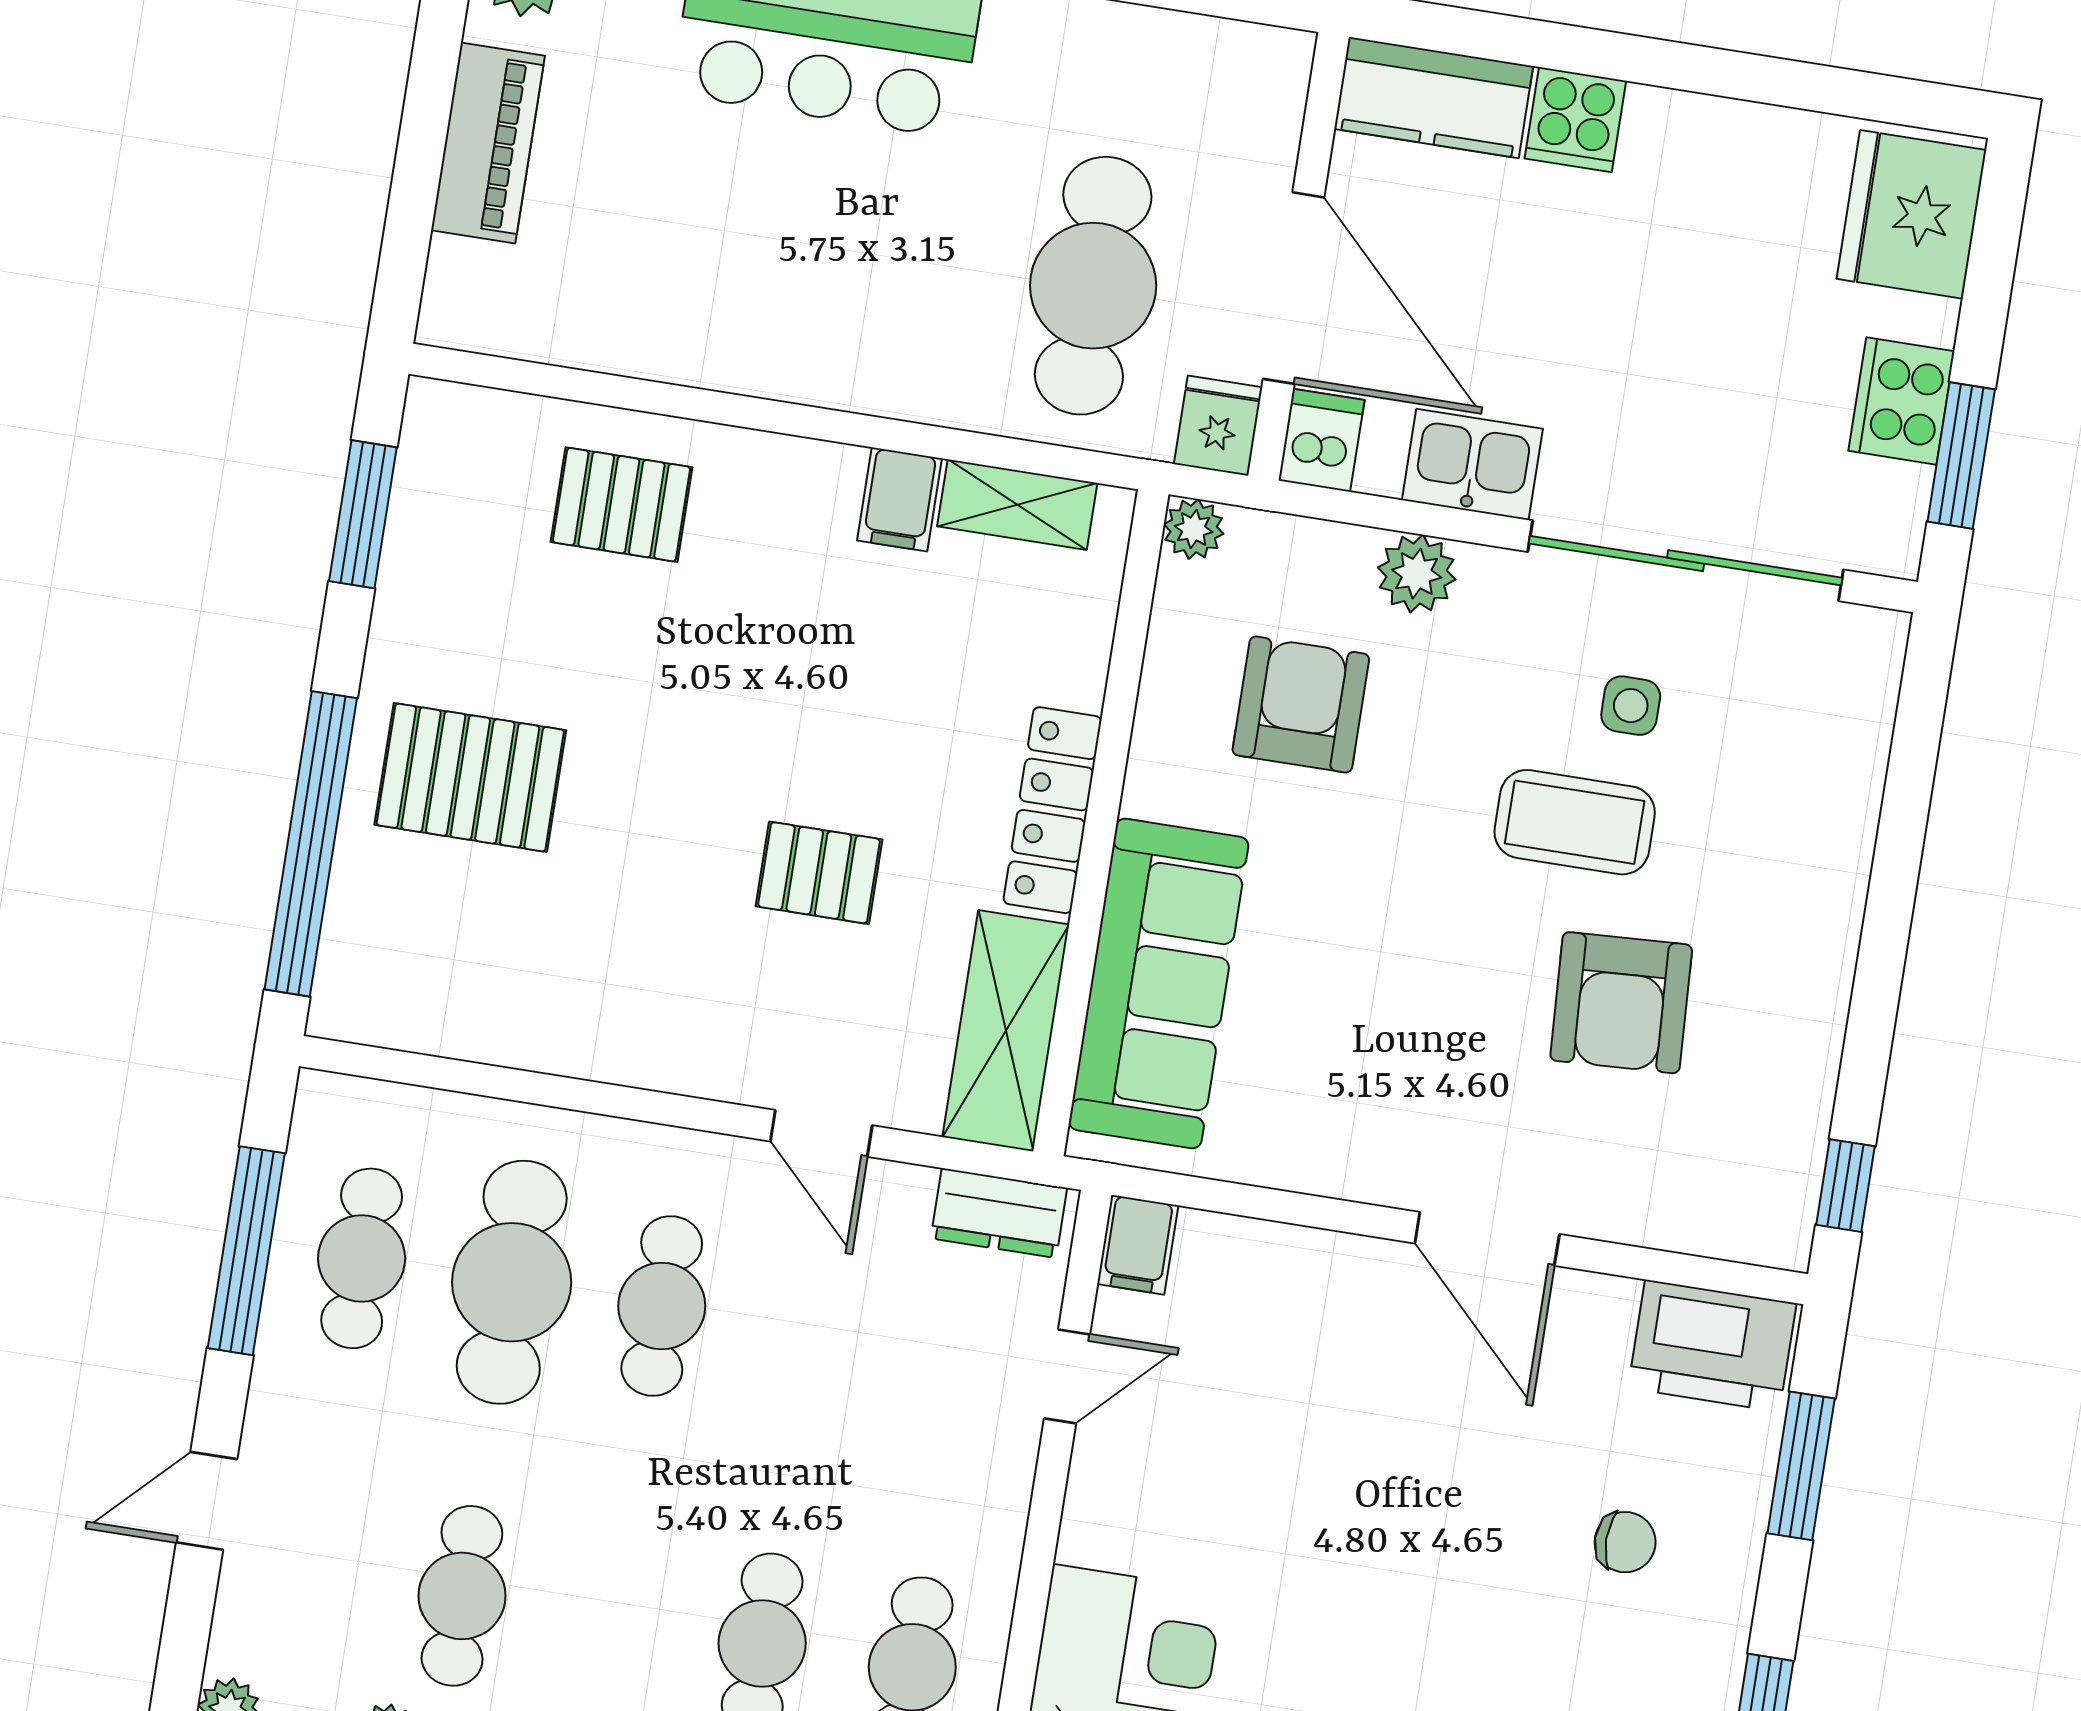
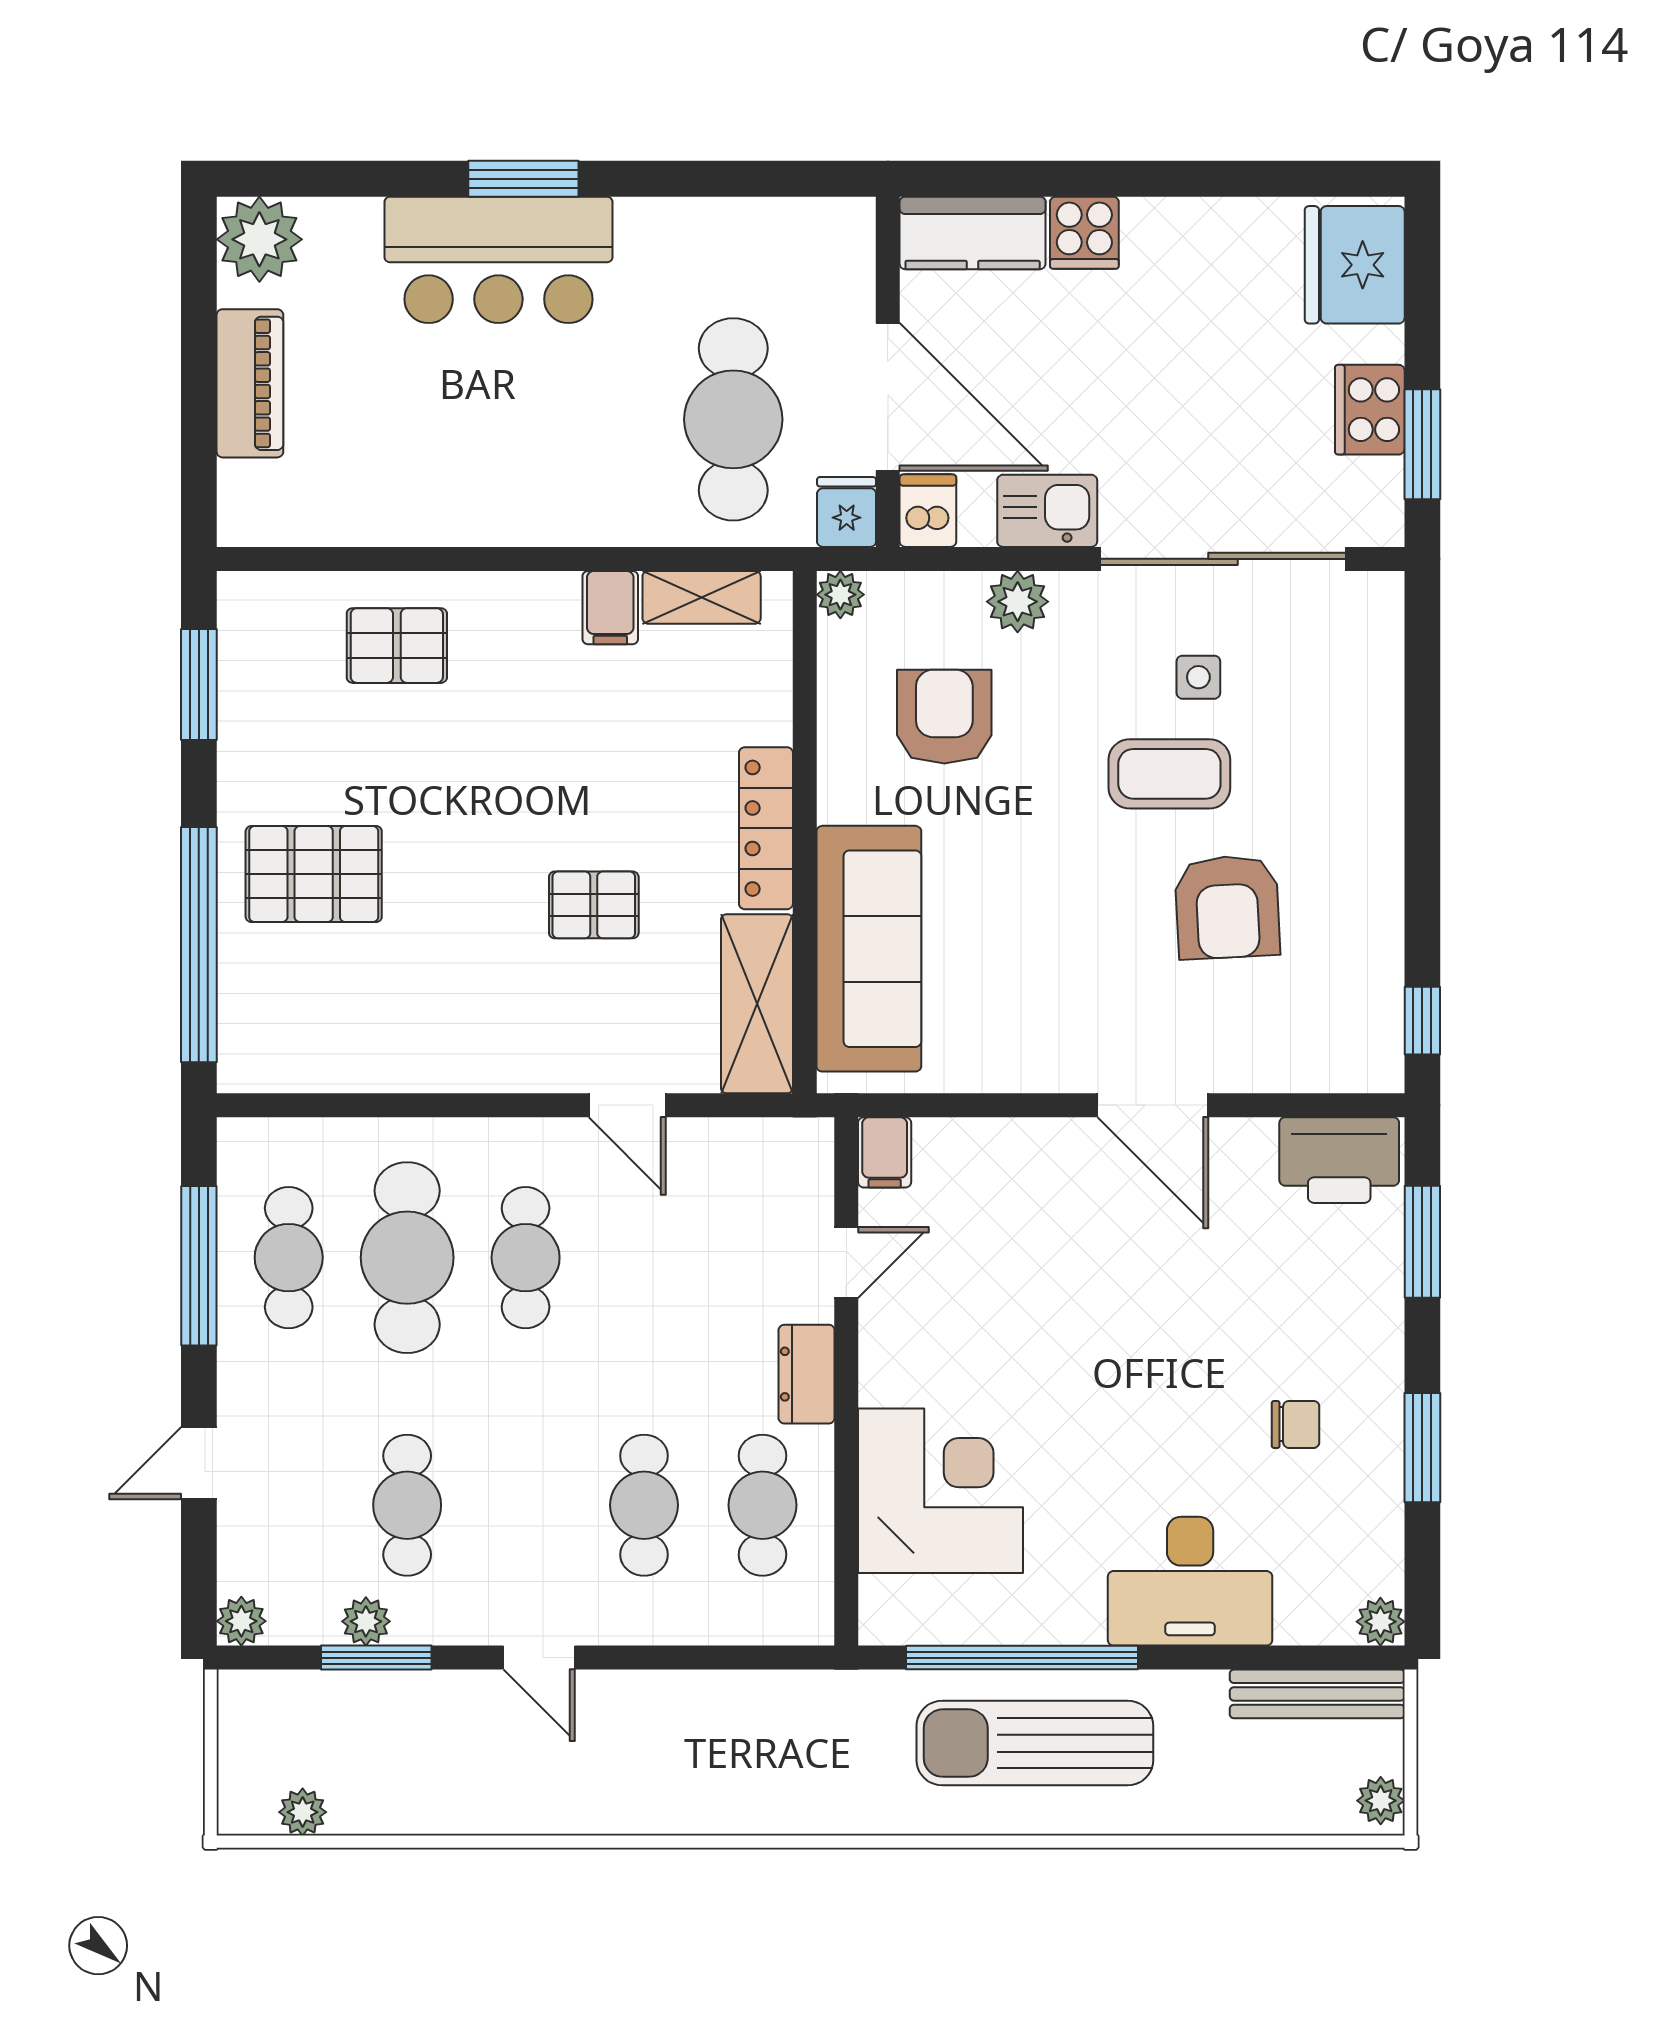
dresser: (999, 1213) -> (807, 1374), moved, turned 90
chair: (1625, 1542) -> (1296, 1424), moved

